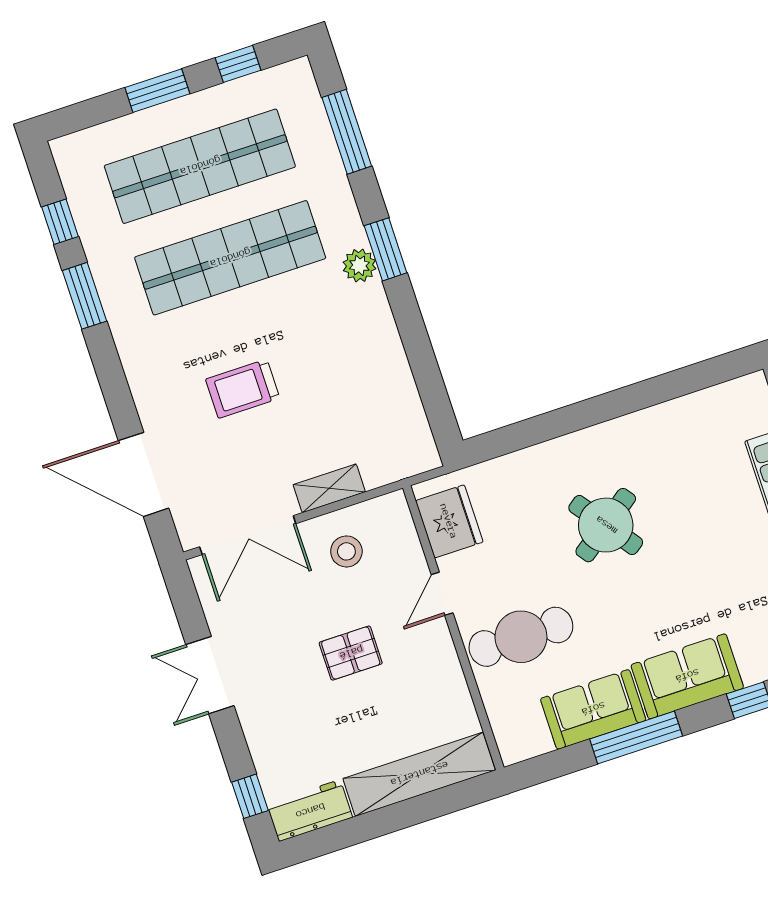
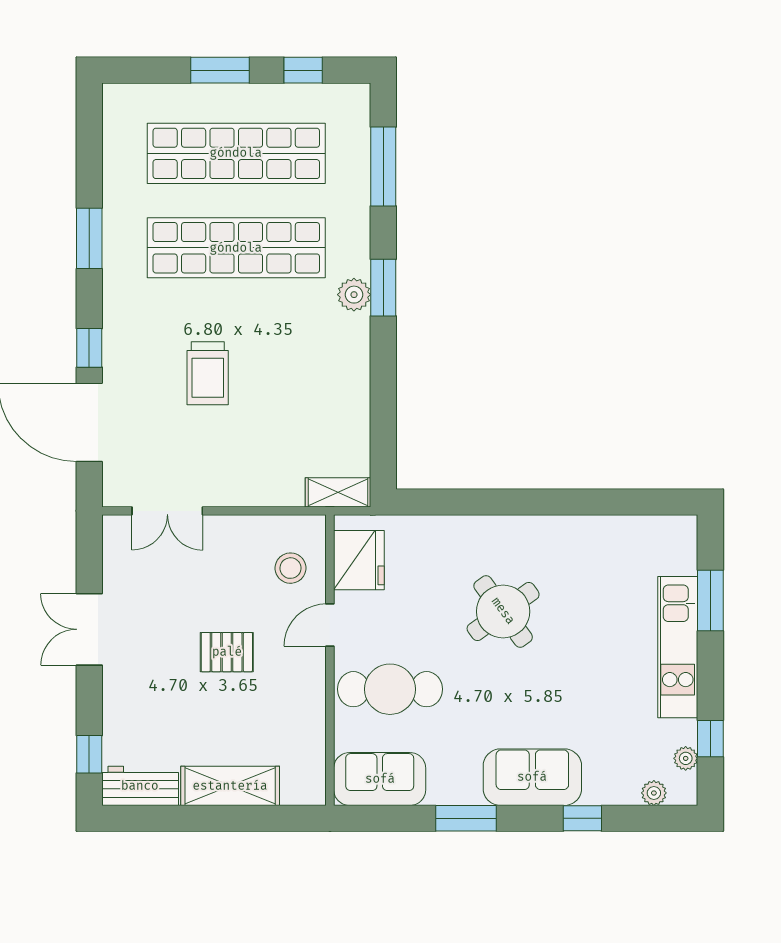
window: (60, 222) -> (89, 348), moved
trolley: (243, 389) -> (208, 373), turned -90
shelving: (329, 488) -> (338, 492), moved
double door: (248, 535) -> (167, 511), width x0.73
stool: (346, 551) -> (291, 568), moved
sofa: (593, 709) -> (380, 779), moved
window: (636, 738) -> (466, 818), width x0.69
shelving: (419, 774) -> (230, 786), width x0.68

